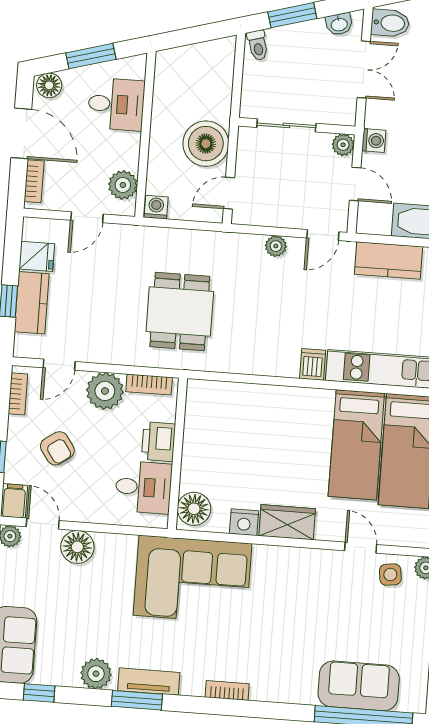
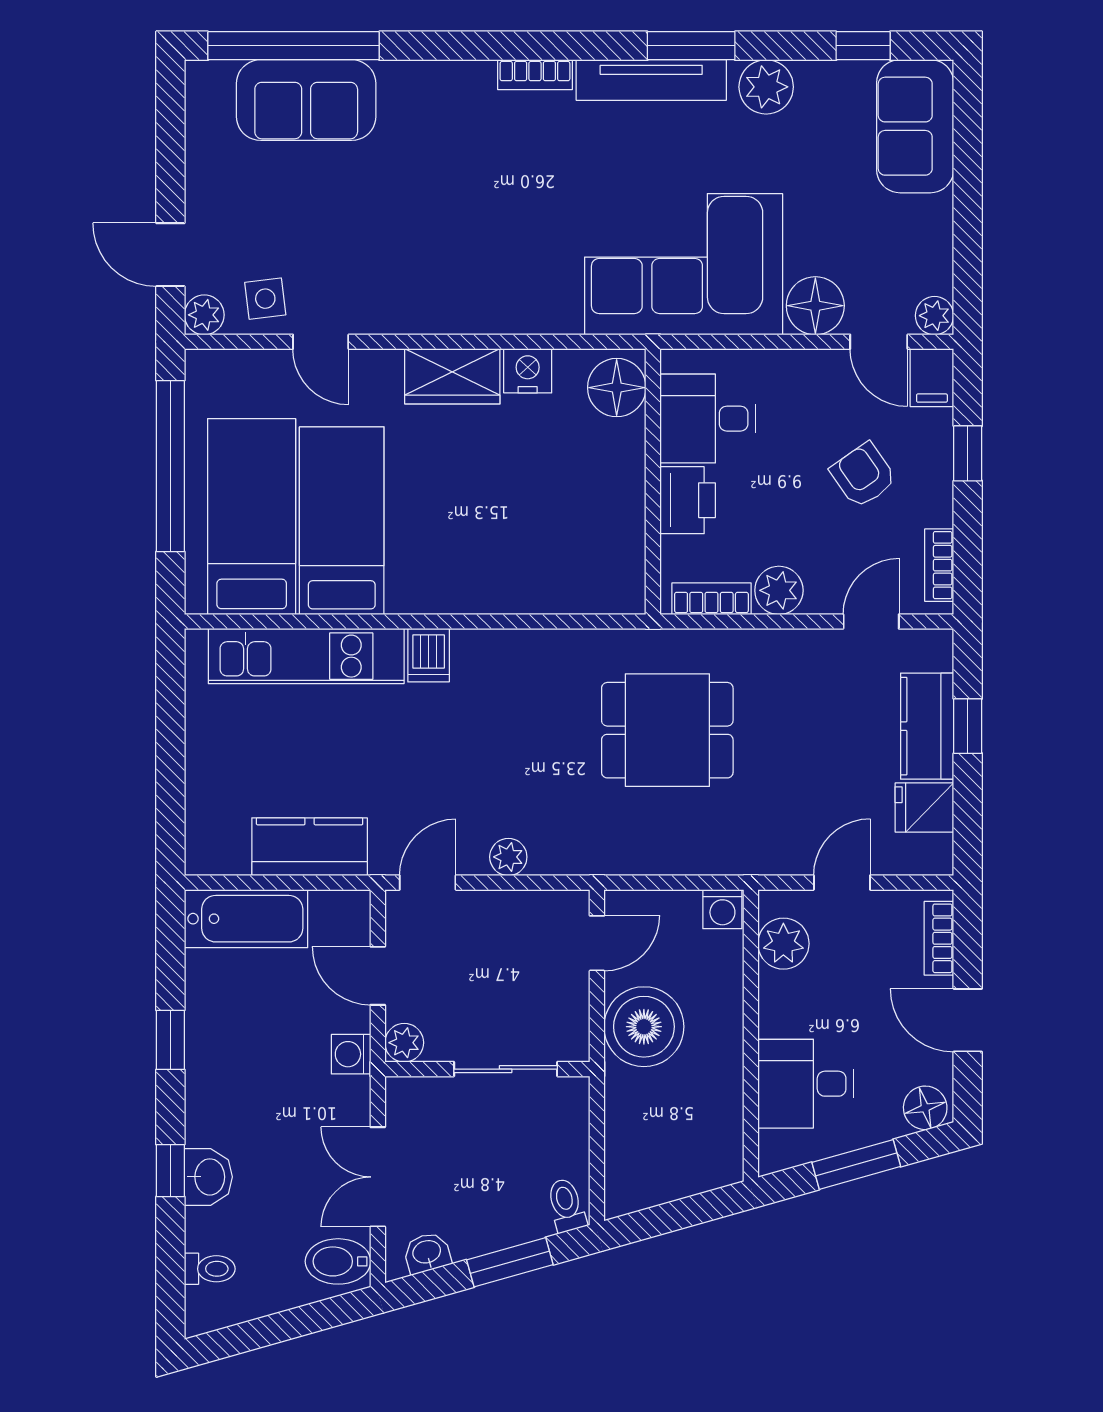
door: (21, 133) -> (968, 1020), width x0.73
dining table: (180, 312) -> (667, 730), turned 90
plant: (105, 391) -> (779, 590), width x0.73, depth x0.73
corner sofa: (192, 579) -> (684, 264), moved
tv unit: (149, 682) -> (651, 80), width x1.41

